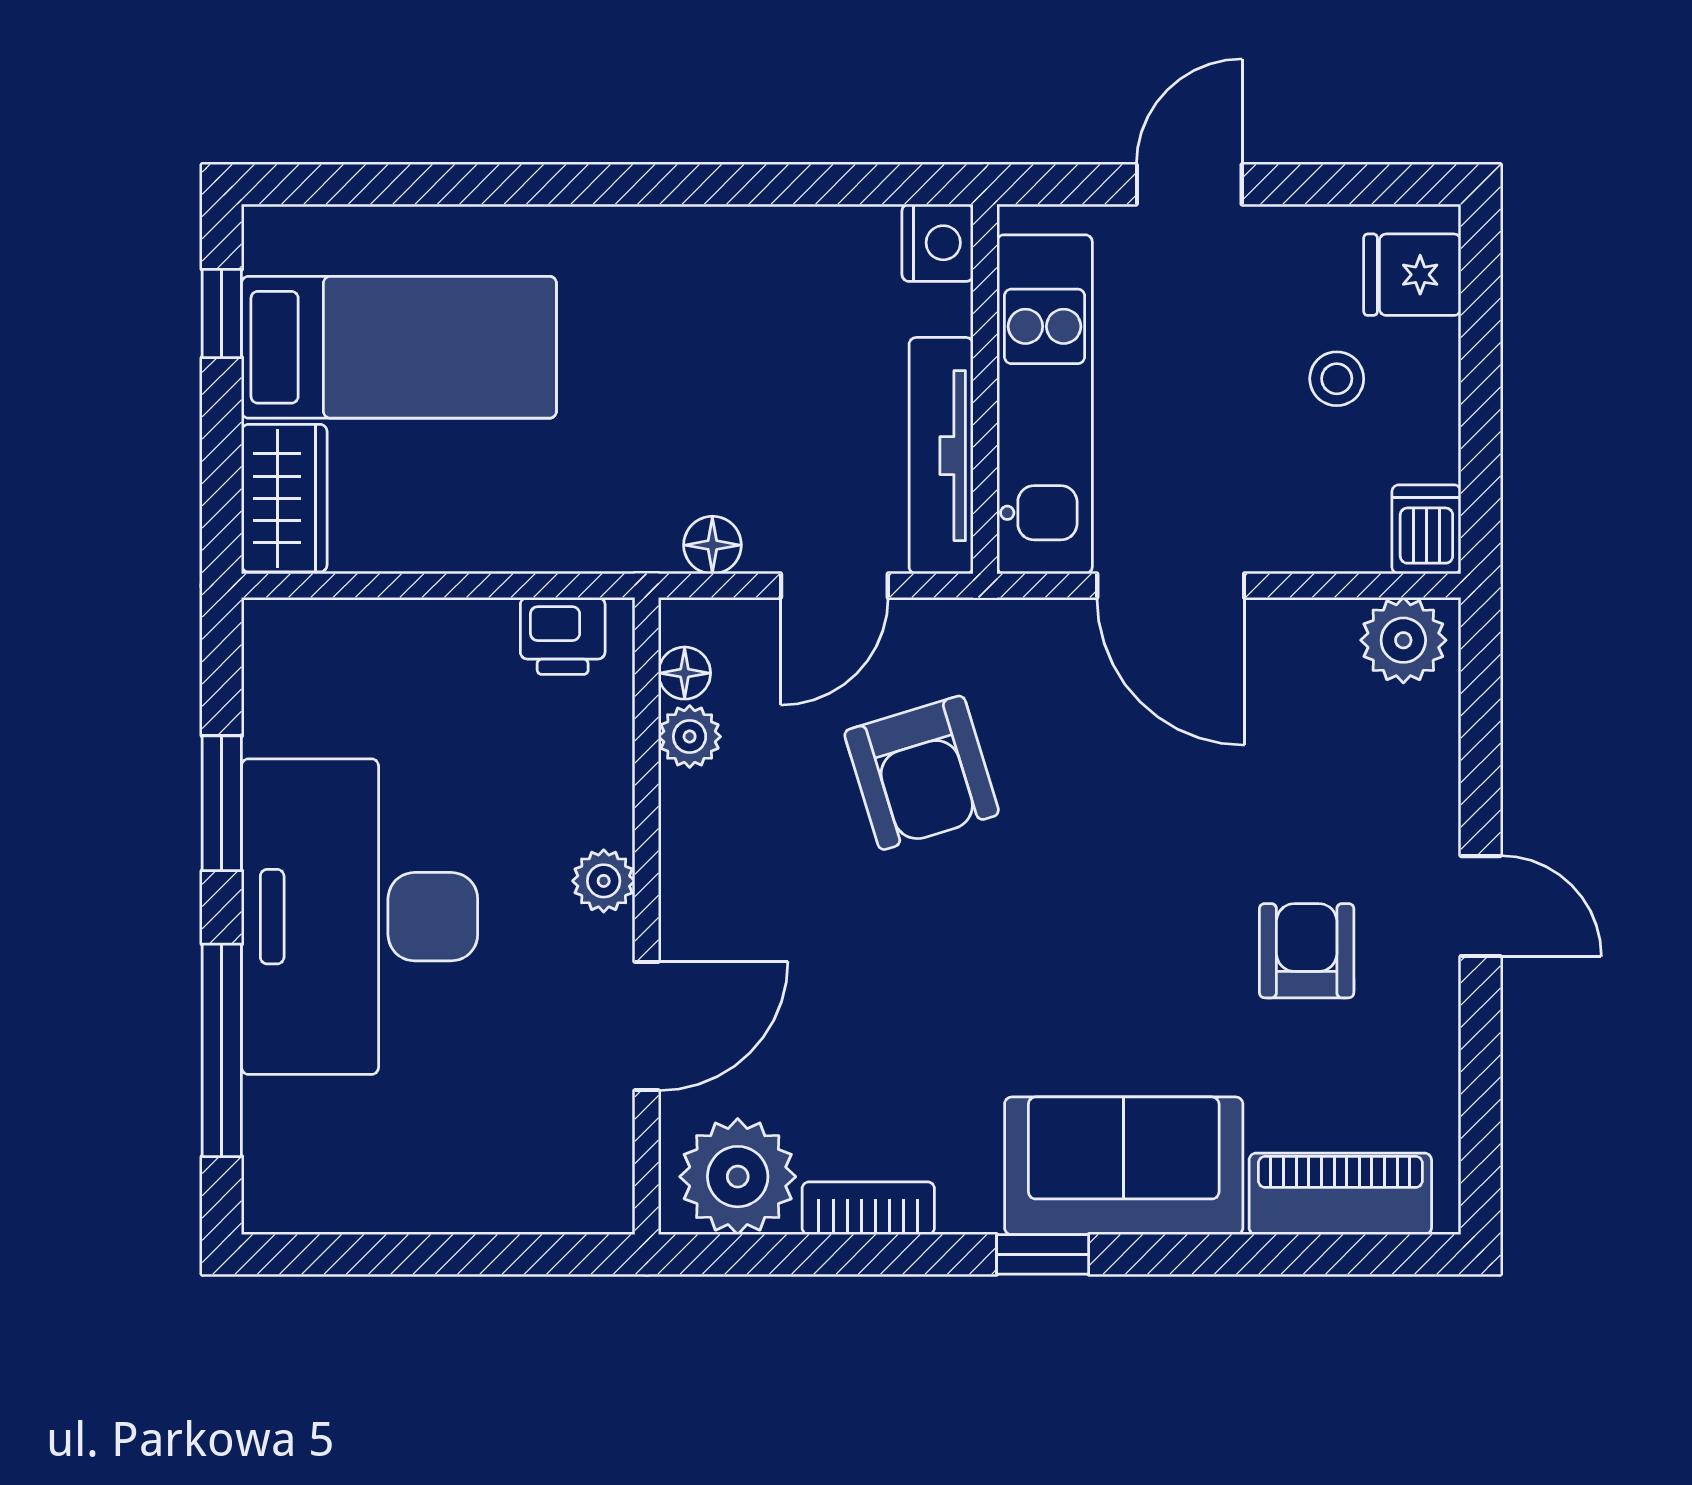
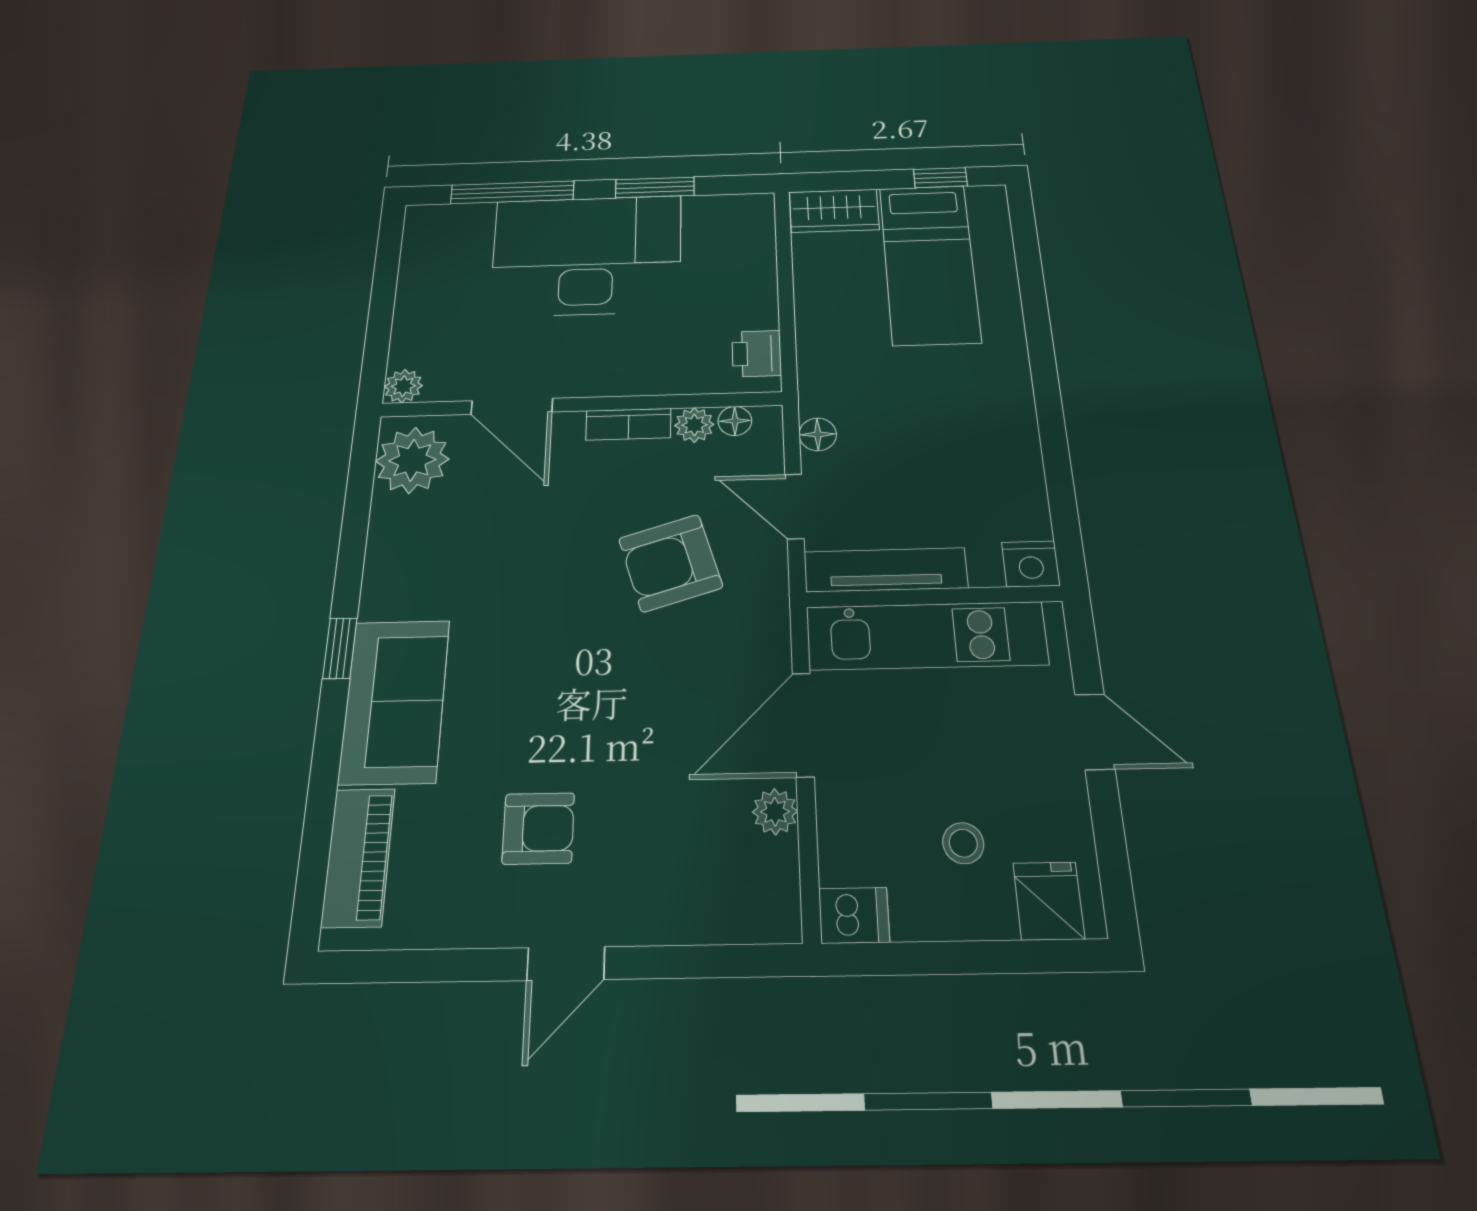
plant: (1403, 640) -> (775, 812), moved, width x0.73, depth x0.73
plant: (604, 881) -> (403, 386), moved
bookcase: (868, 1208) -> (628, 424), moved, turned 90

